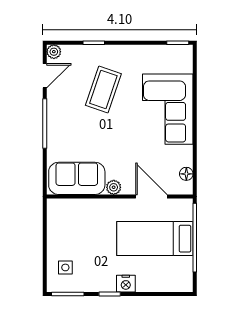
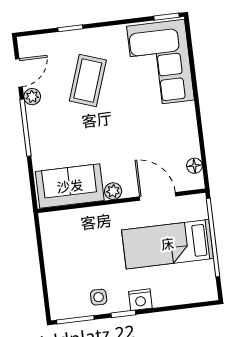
plant: (54, 52) -> (32, 97), moved
corner sofa: (168, 109) -> (160, 63), moved
side table: (65, 267) -> (99, 297), moved

